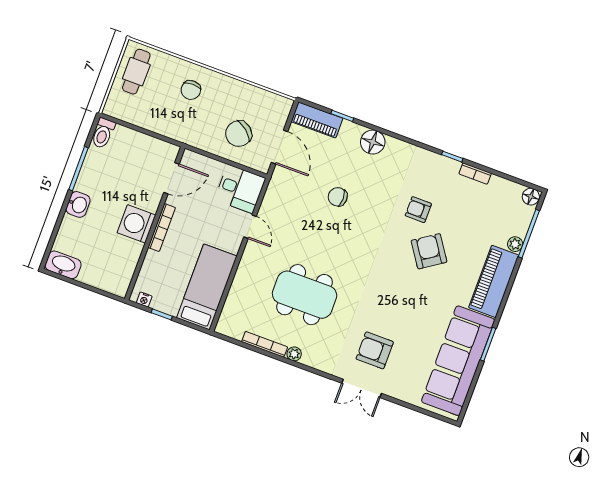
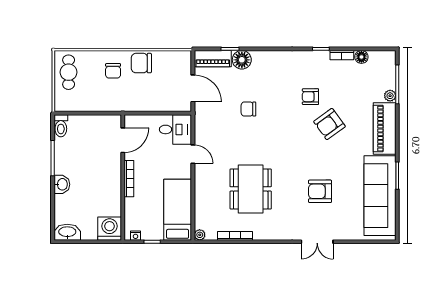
chair: (239, 134) -> (141, 63), moved, turned 51
floor lamp: (373, 142) -> (242, 60), moved
floor lamp: (531, 197) -> (361, 57), moved
washing machine: (136, 224) -> (110, 229), moved, turned 90
armchair: (429, 251) -> (329, 124), turned -92
dining table: (305, 295) -> (251, 189), turned 90
armchair: (375, 350) -> (320, 191), moved
plant: (294, 354) -> (200, 235), moved

